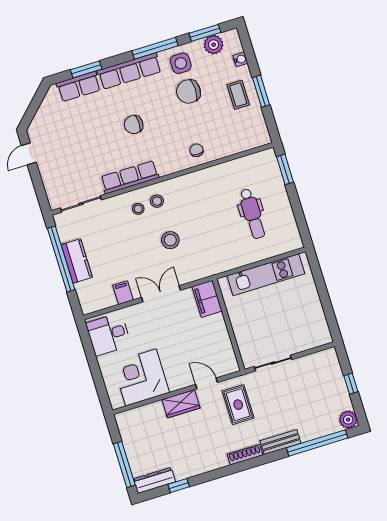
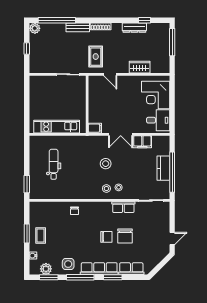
window: (86, 69) -> (113, 277), moved
chair: (189, 91) -> (125, 236), moved, turned 90
row of seats: (130, 177) -> (123, 207), width x0.68
filing cabinet: (123, 293) -> (142, 142), width x2.00
filing cabinet: (207, 299) -> (95, 128), width x0.50
corner desk: (141, 377) -> (156, 95), moved, turned 90
wardrobe: (181, 404) -> (140, 67), moved
dresser: (154, 480) -> (134, 28), moved

